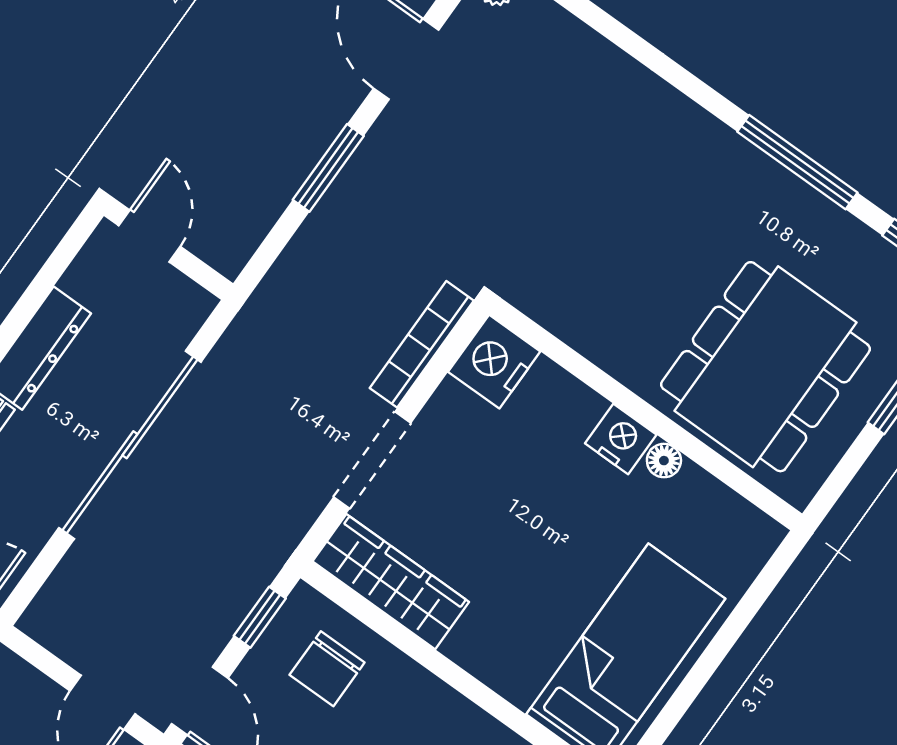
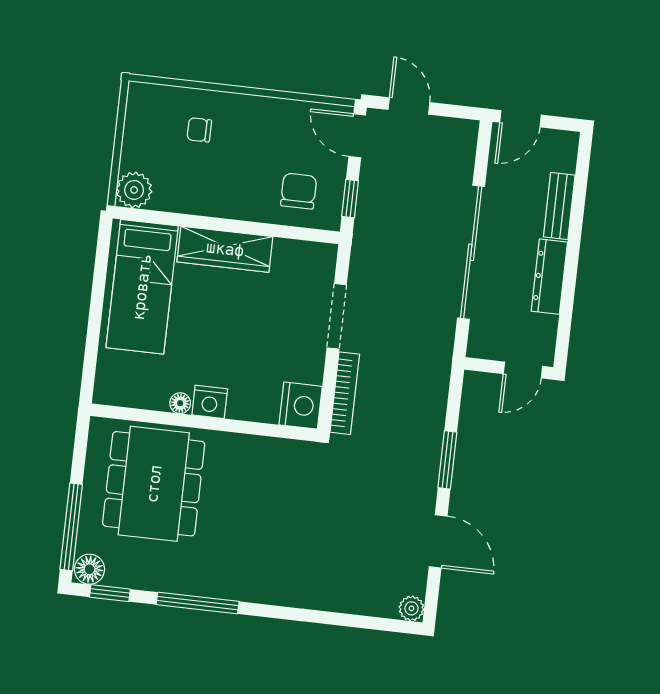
door: (149, 236) -> (523, 370), hinge flipped
wardrobe: (391, 582) -> (225, 249), moved

